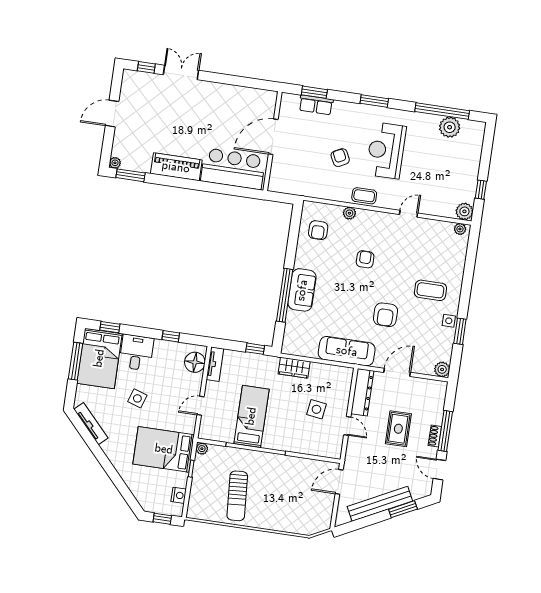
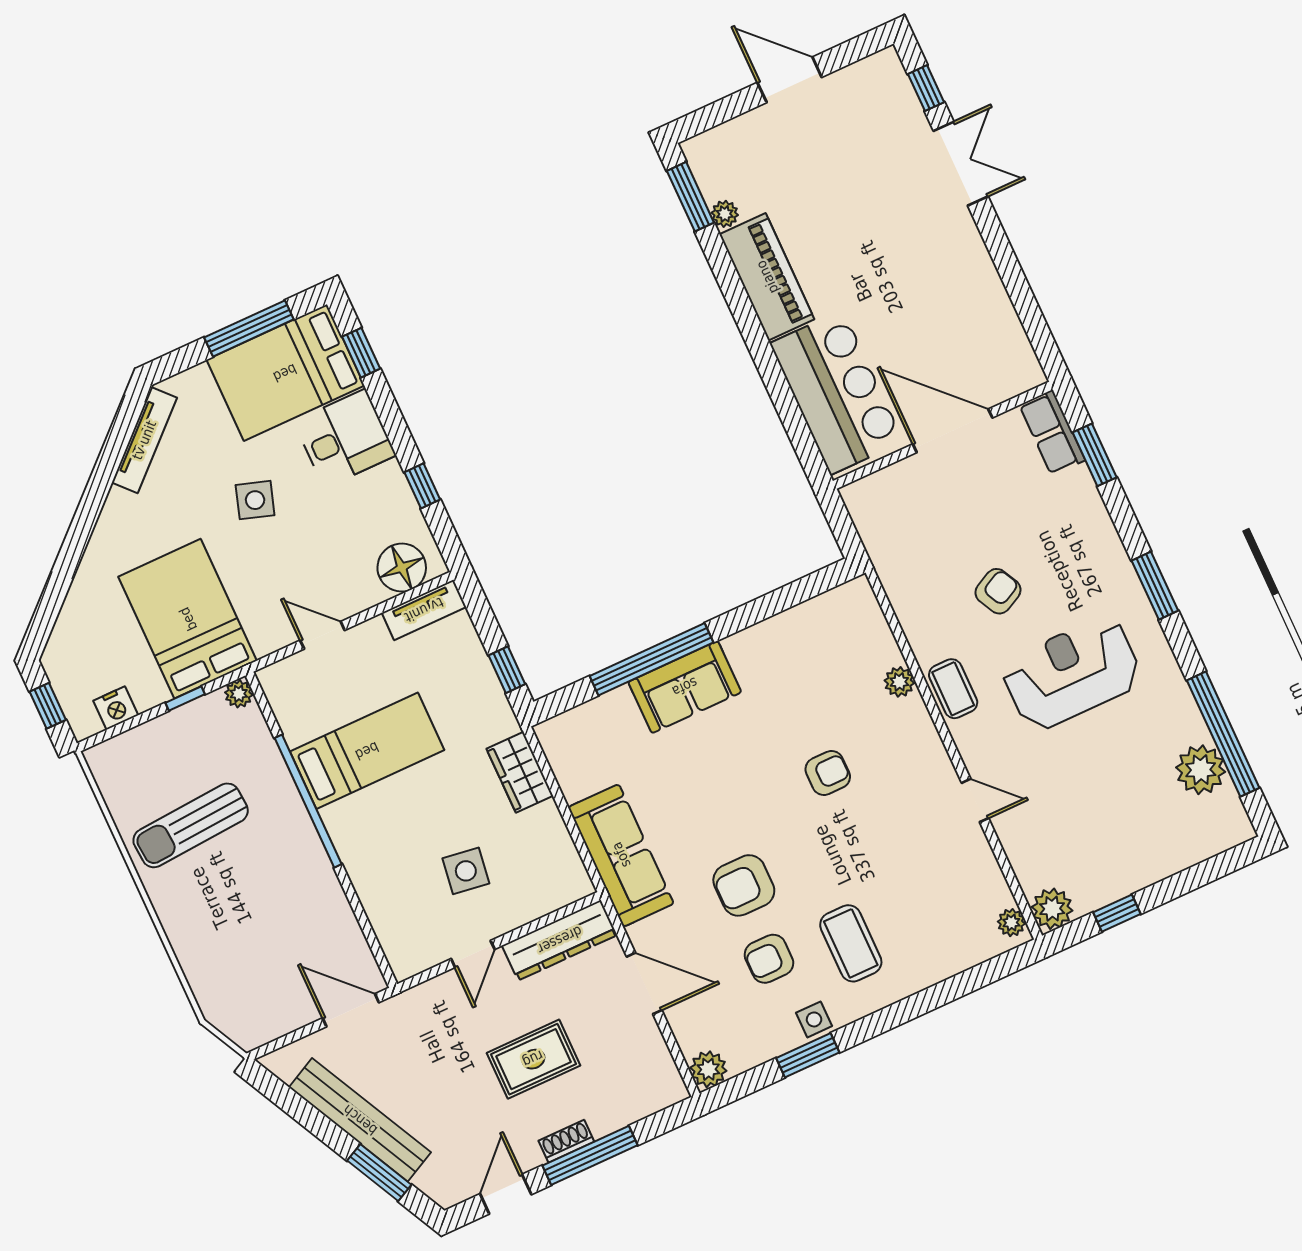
row of seats: (316, 105) -> (1052, 433), moved
plant: (115, 163) -> (725, 214), moved
armchair: (318, 230) -> (769, 959), moved

